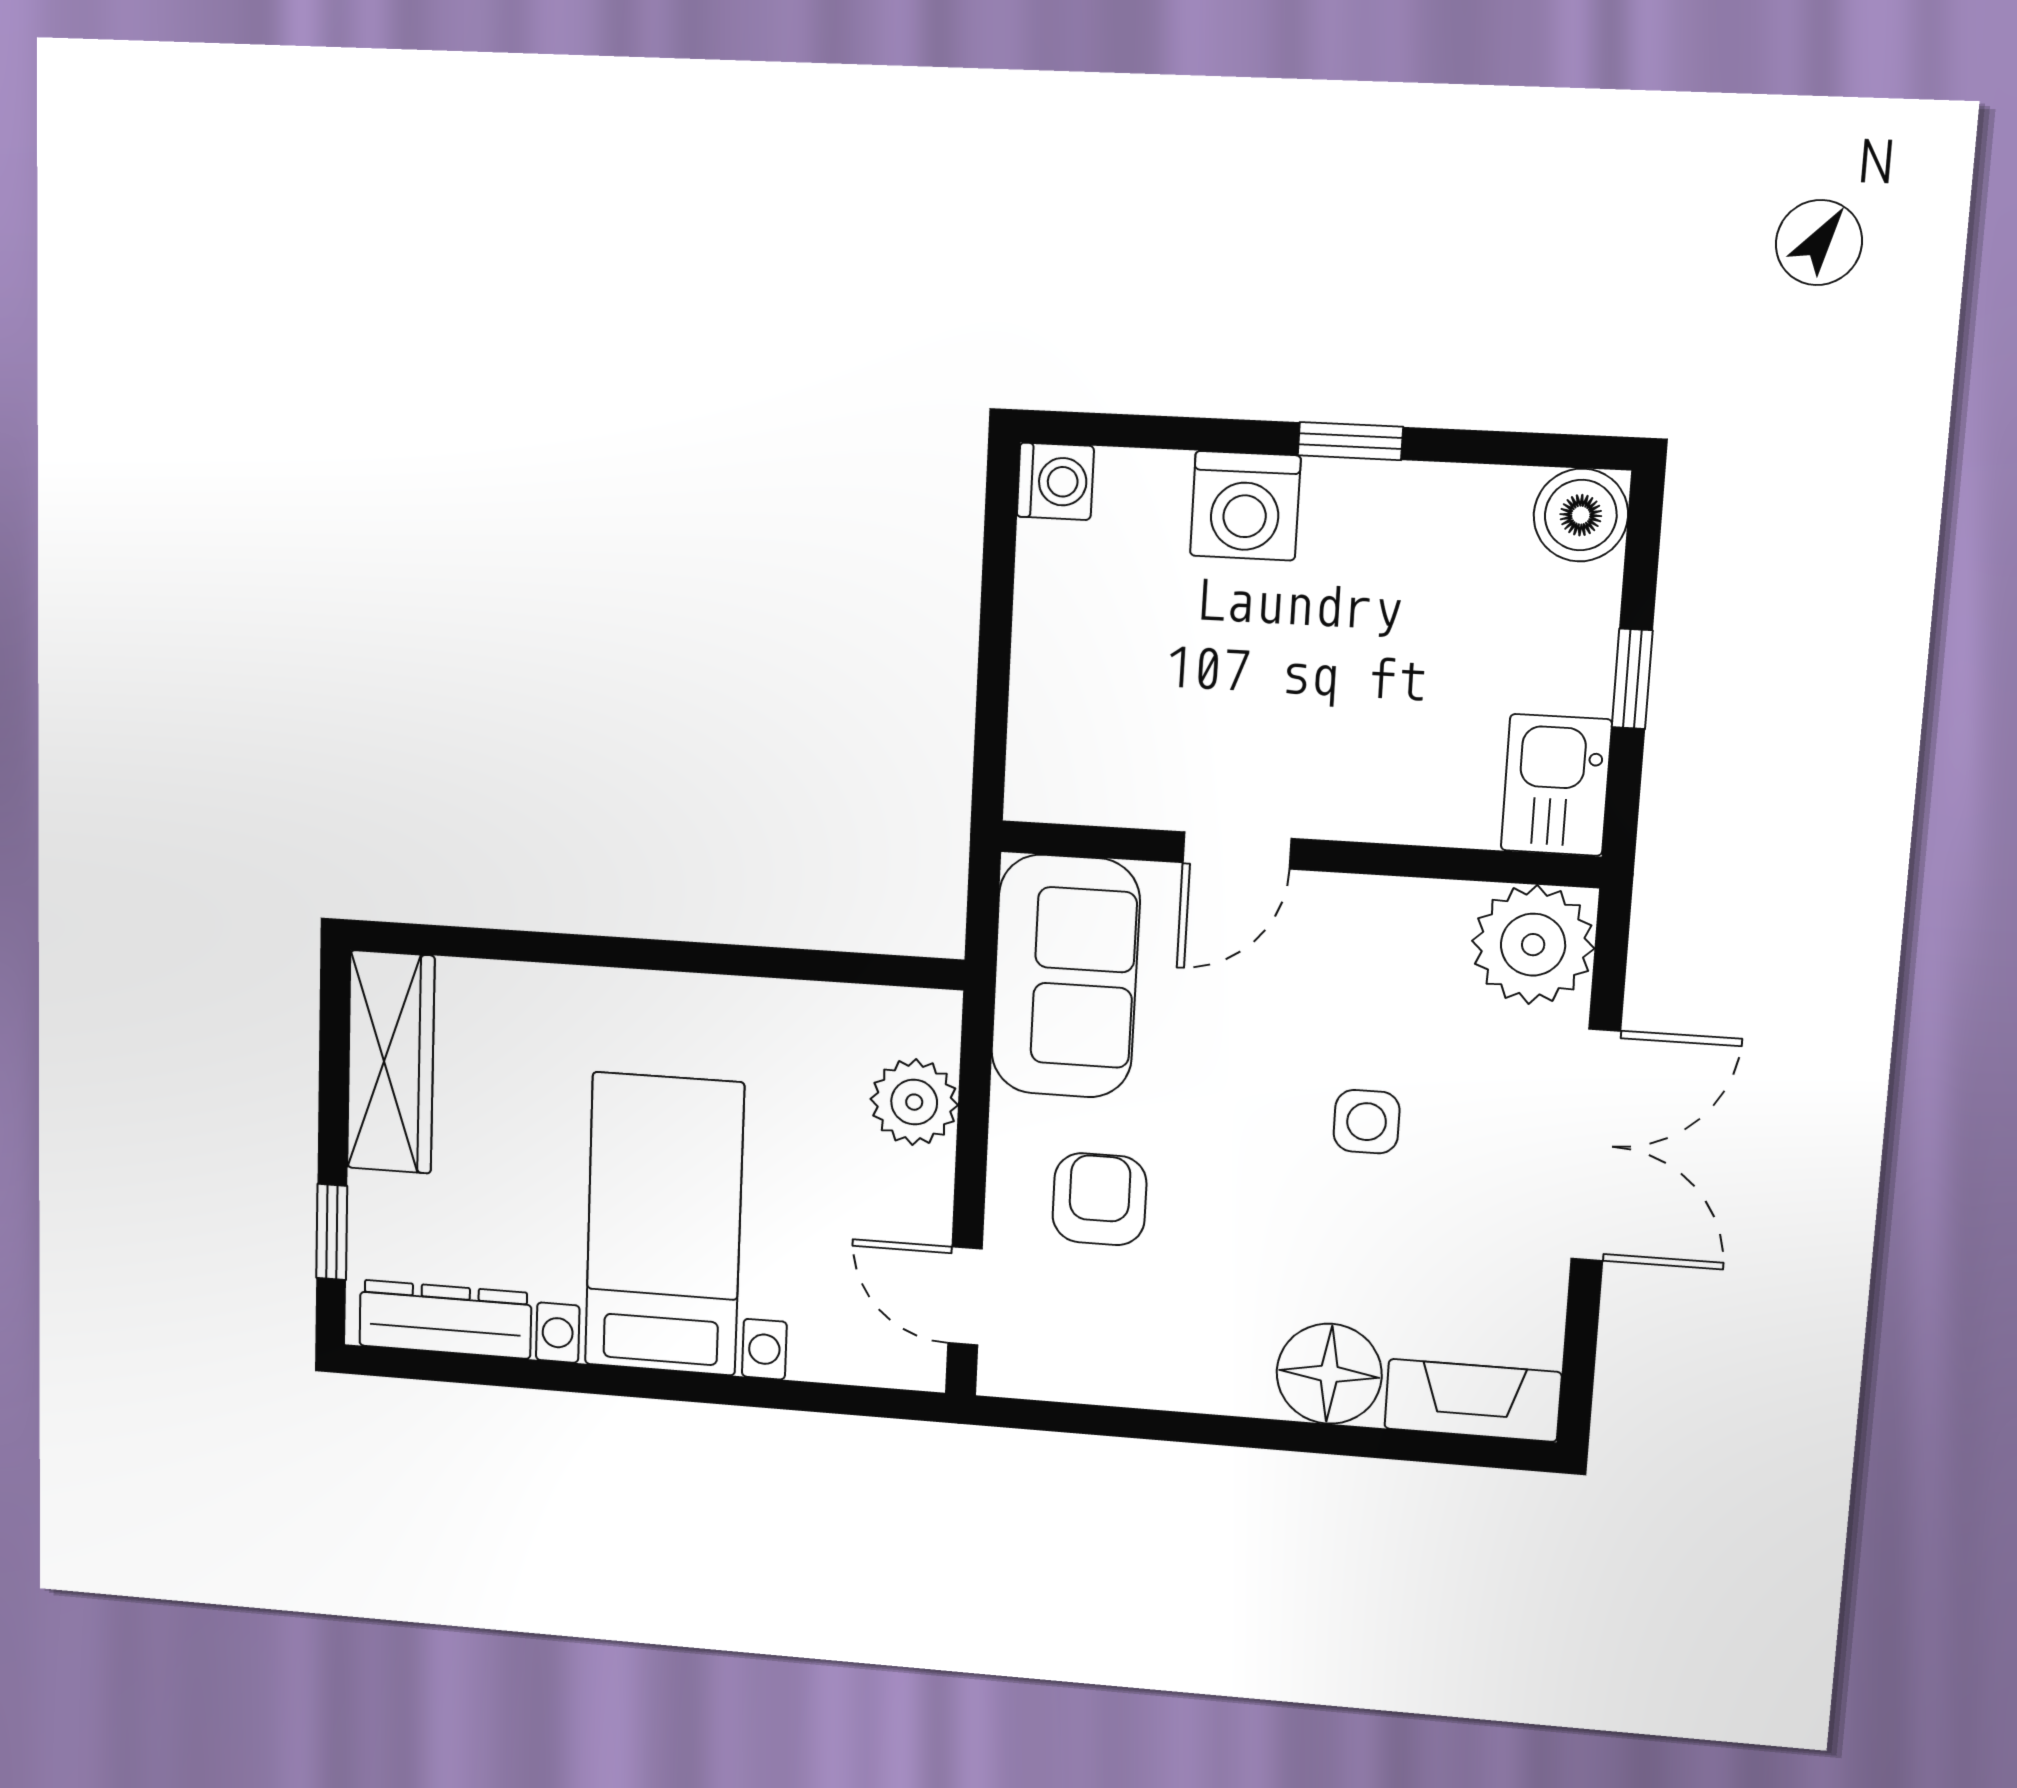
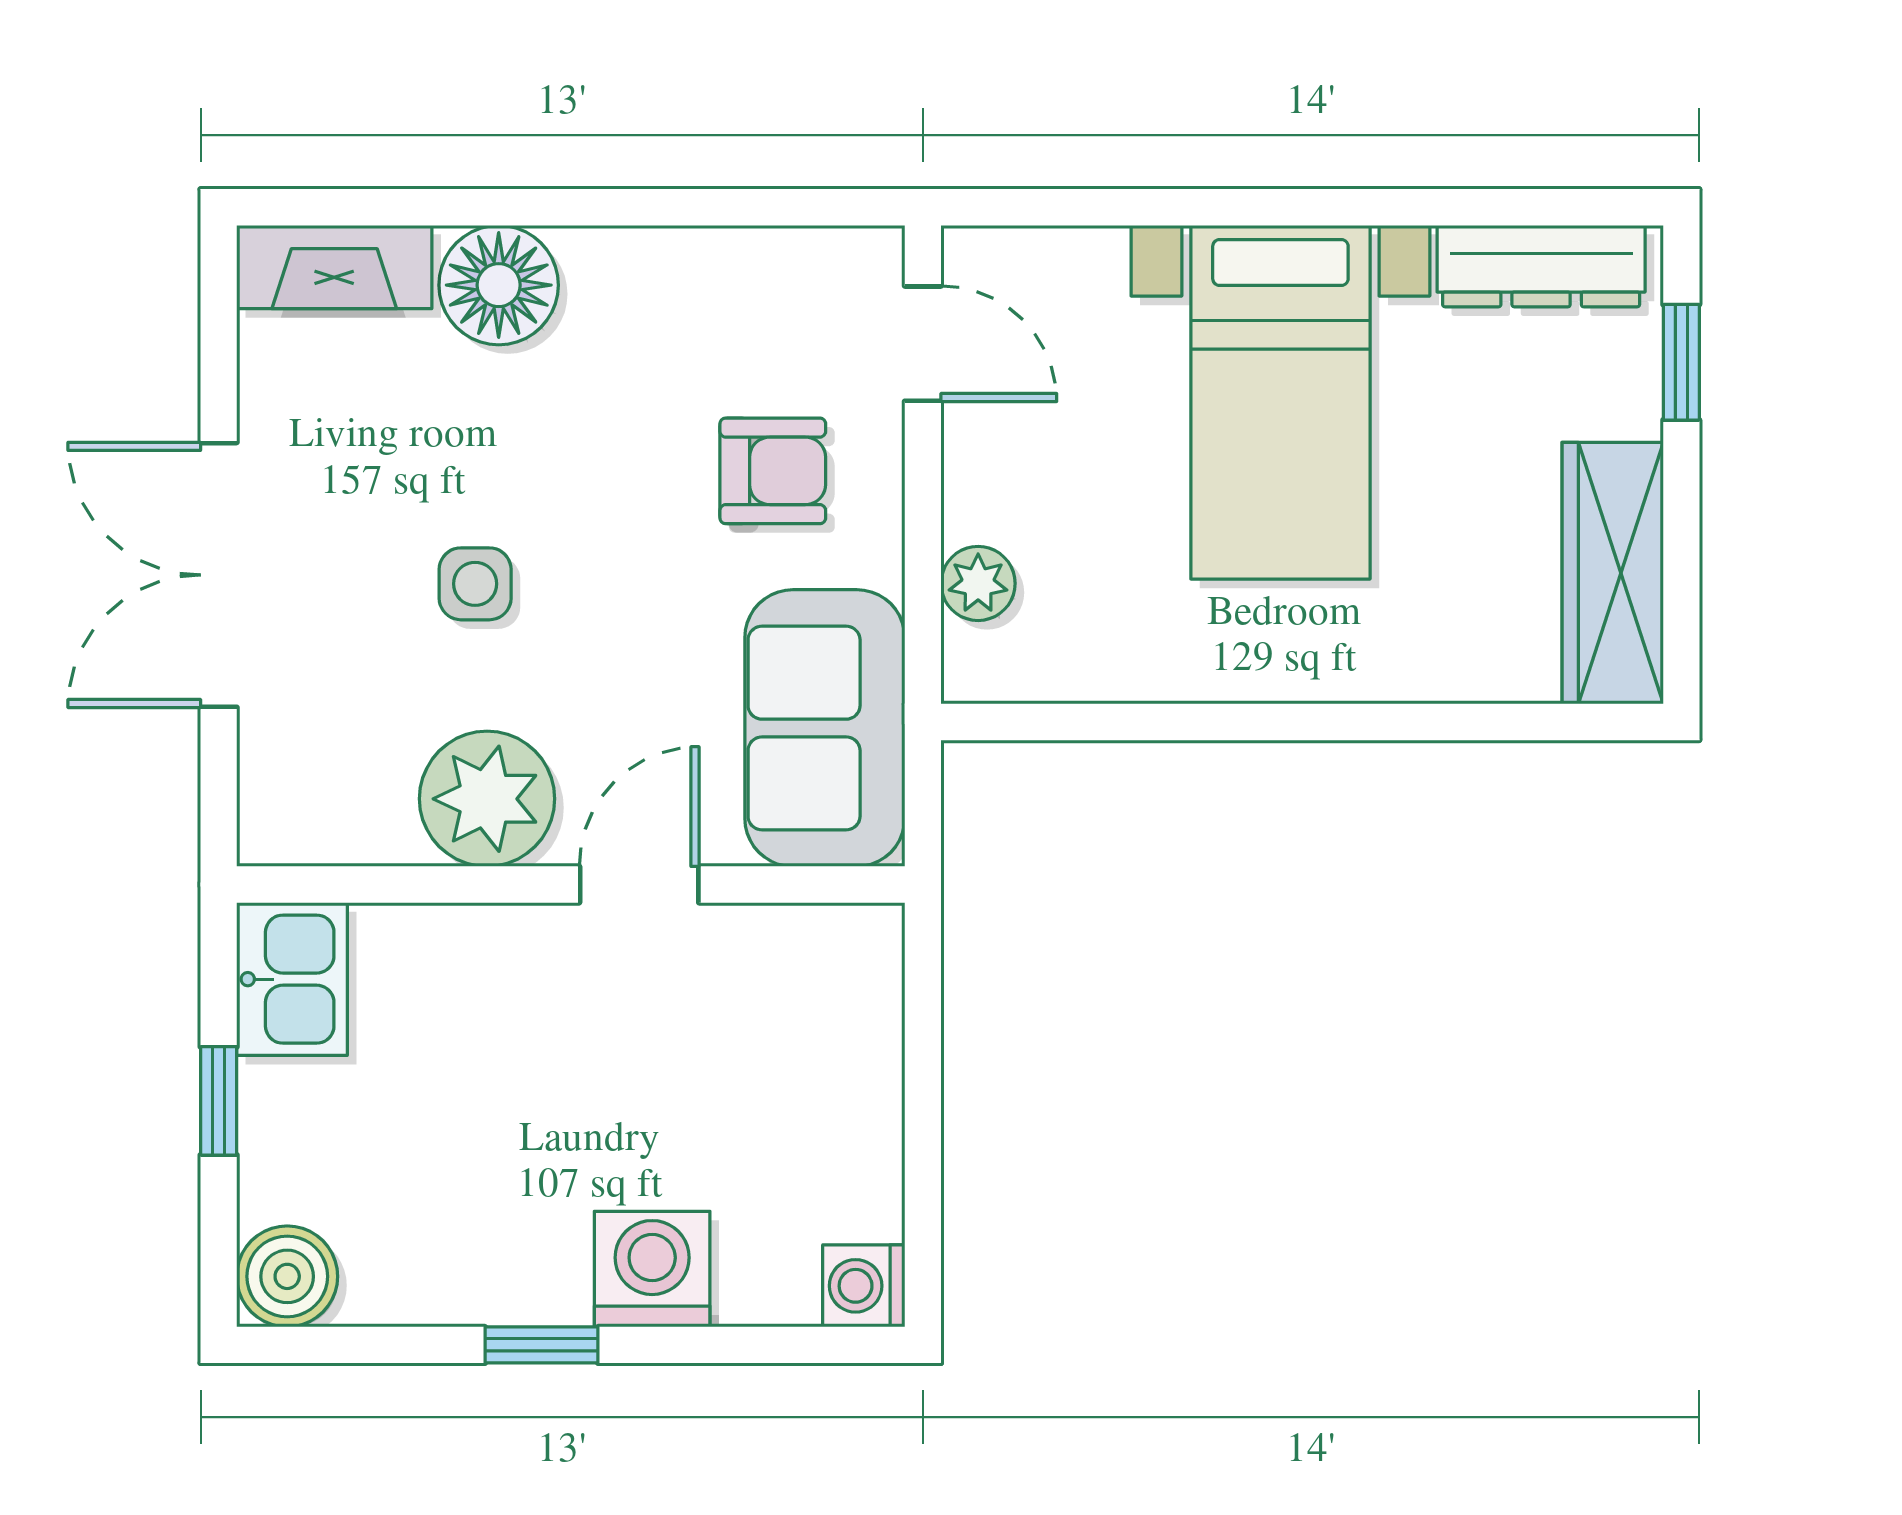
plant: (1533, 945) -> (487, 799), moved
plant: (914, 1102) -> (978, 583), width x0.73, depth x0.73
armchair: (1099, 1199) -> (773, 471), turned -90

